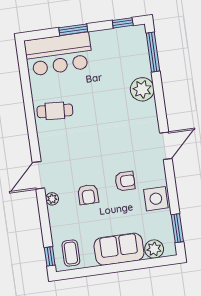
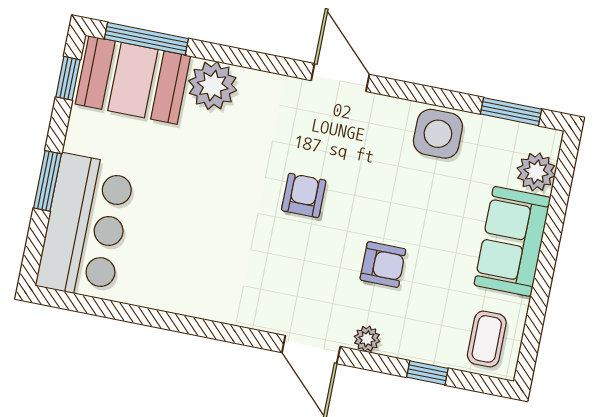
booth: (132, 52) -> (133, 80), added
cafe table: (55, 111) -> (195, 273), removed
armchair: (125, 181) -> (304, 195), moved
coffee table: (71, 253) -> (487, 339), turned 90
window: (50, 256) -> (427, 373), moved

